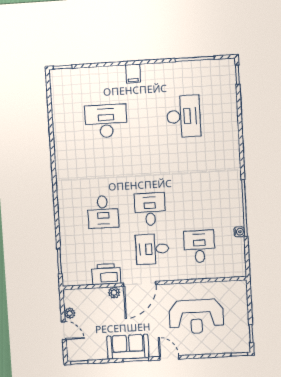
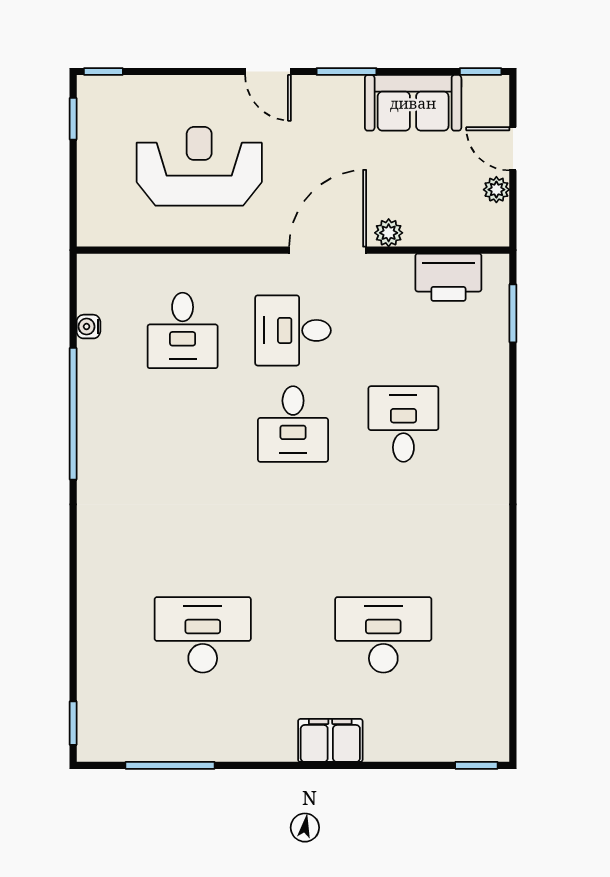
filing cabinet: (133, 74) -> (330, 740), width x2.00
desk: (184, 116) -> (203, 635), turned 90
desk: (106, 121) -> (383, 635), turned 180
water cooler: (239, 232) -> (88, 327), moved
desk: (152, 249) -> (293, 330), turned 180
printer: (106, 274) -> (448, 277), moved
sofa: (128, 347) -> (413, 103), moved

